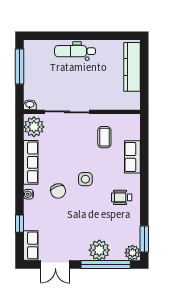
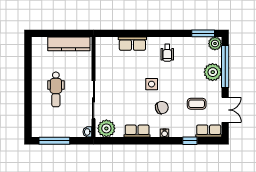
dental chair: (75, 51) -> (56, 89), moved
kitchen counter: (132, 67) -> (69, 44), moved
coffee table: (104, 137) -> (197, 104), moved
row of seats: (31, 162) -> (137, 131), width x0.68

